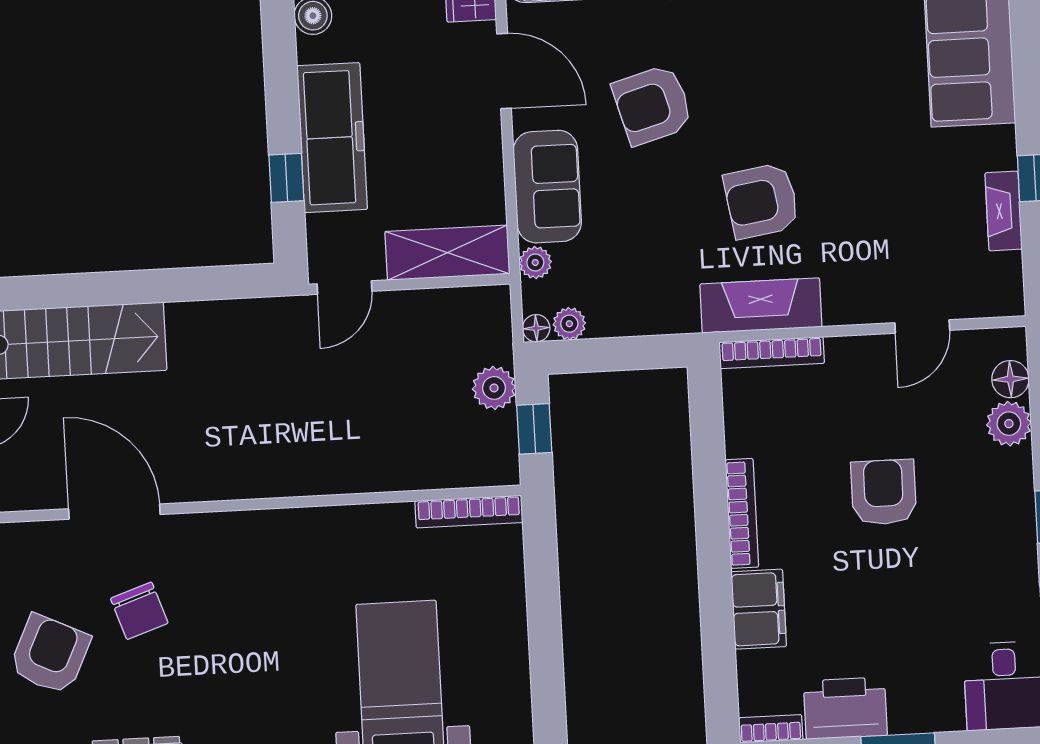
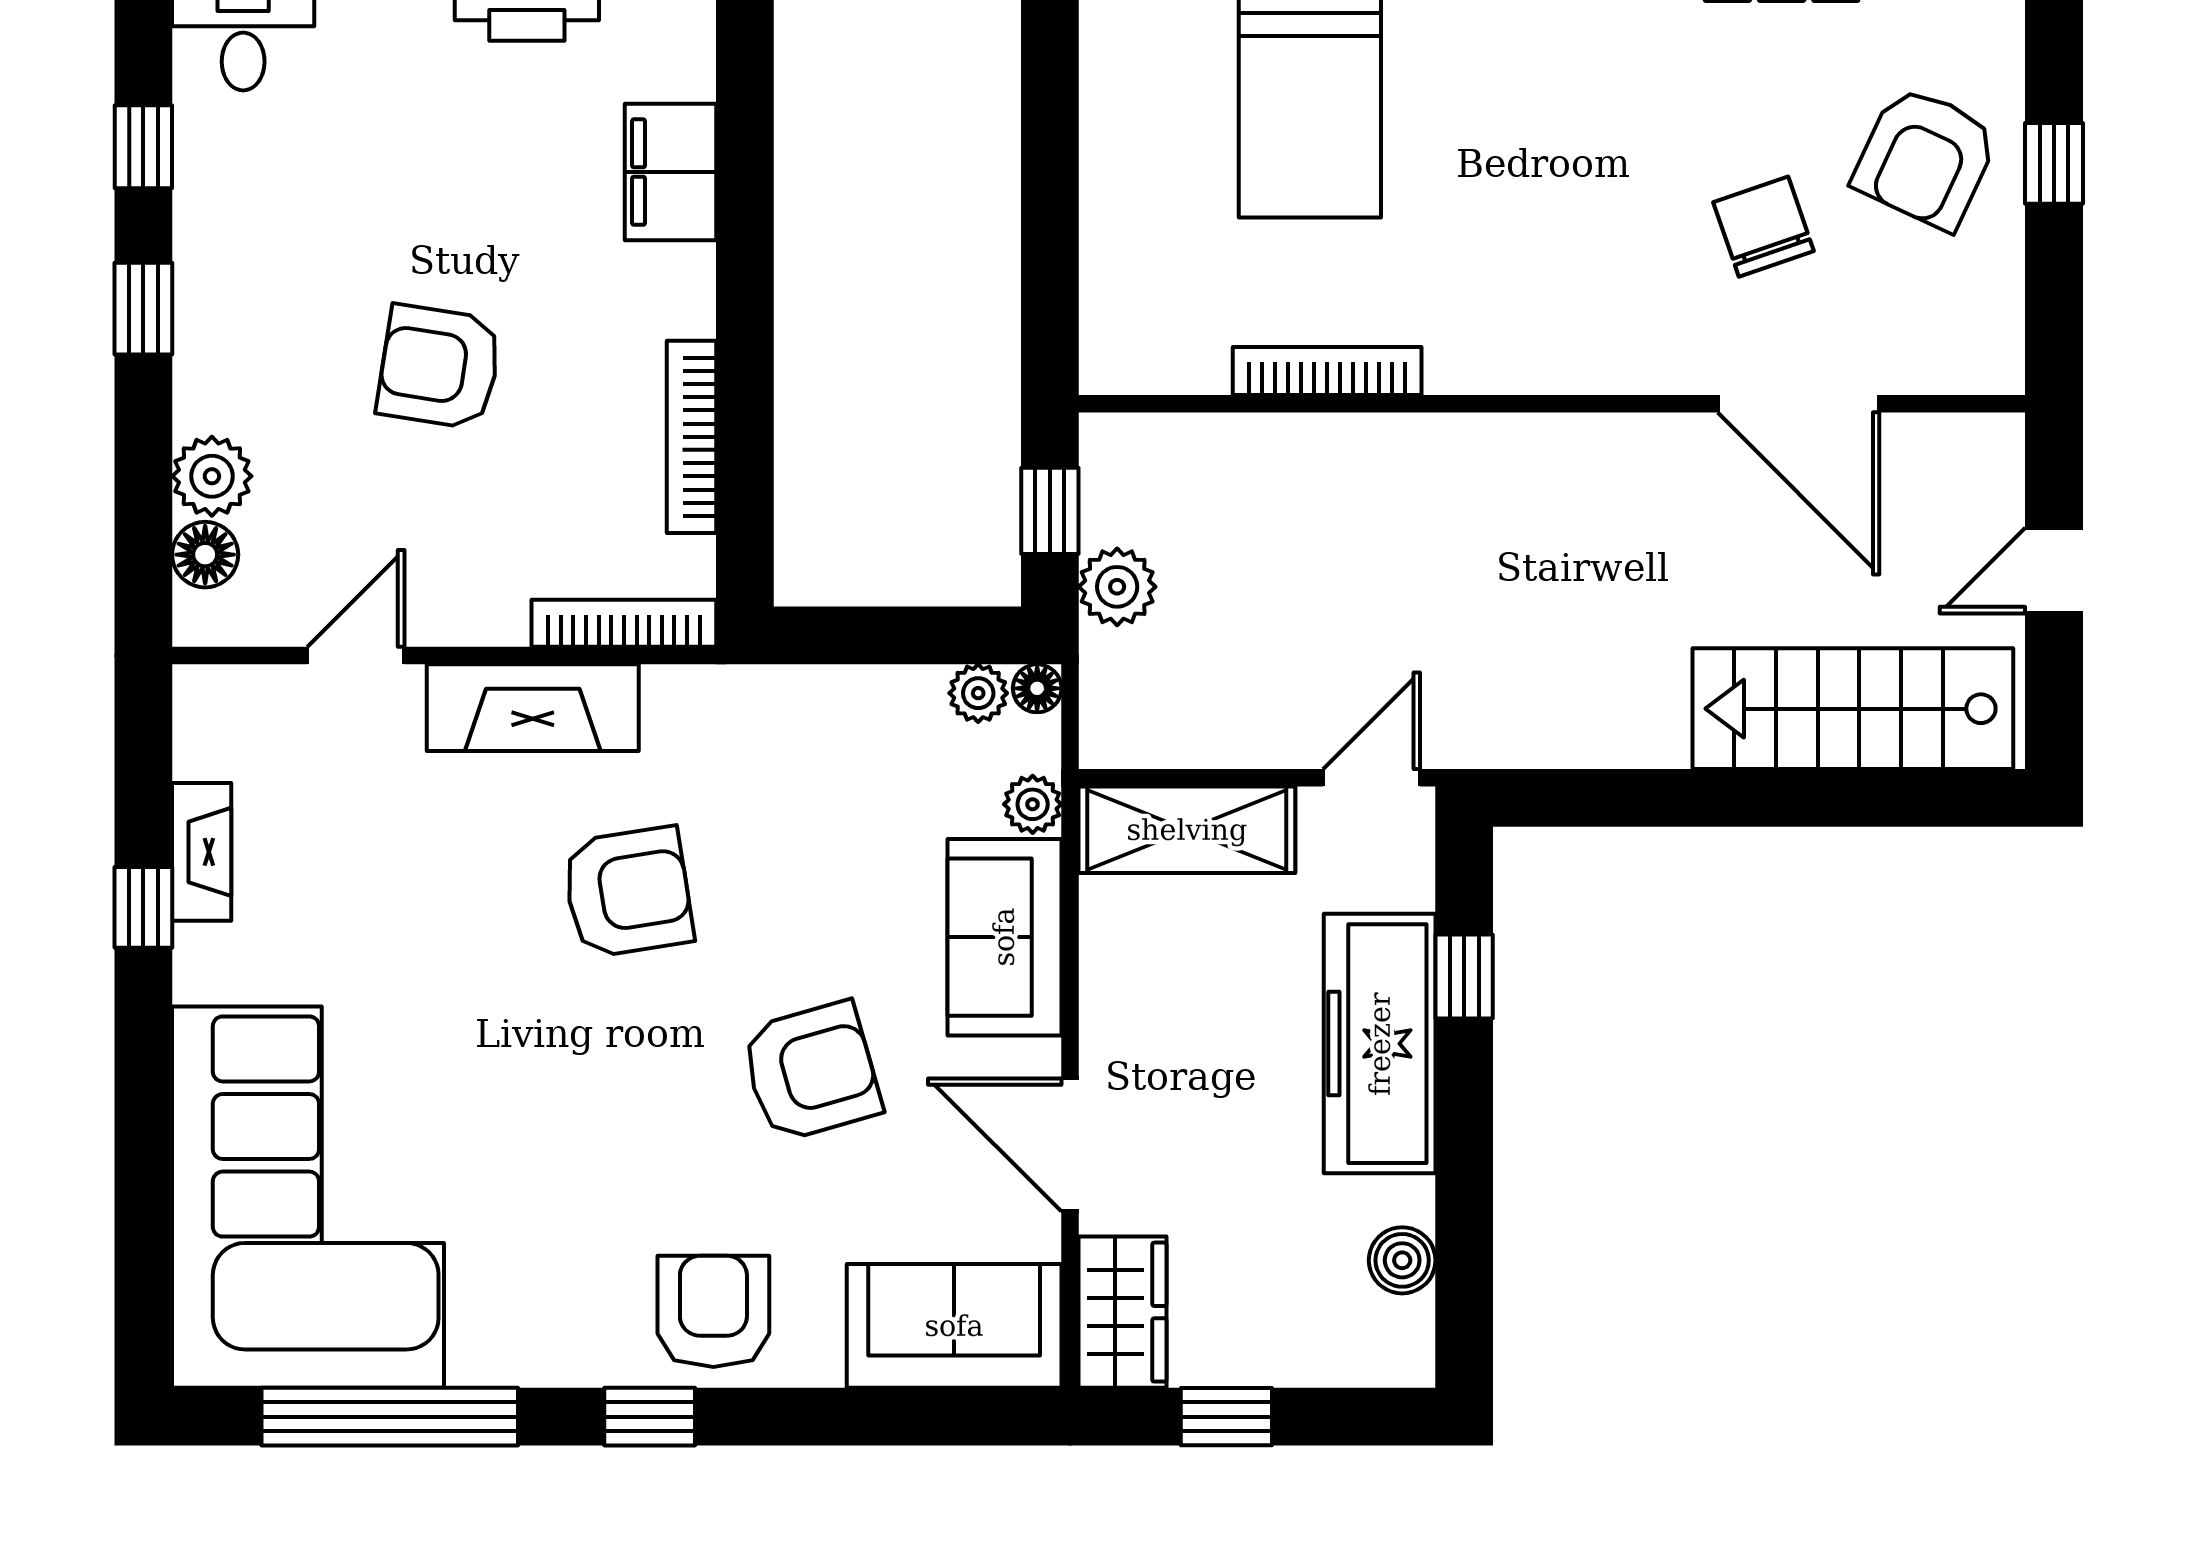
fireplace: (761, 305) -> (533, 708), moved
armchair: (884, 492) -> (439, 367), turned 99
bookcase: (469, 512) -> (1327, 371), moved
bookcase: (742, 513) -> (691, 437), moved

